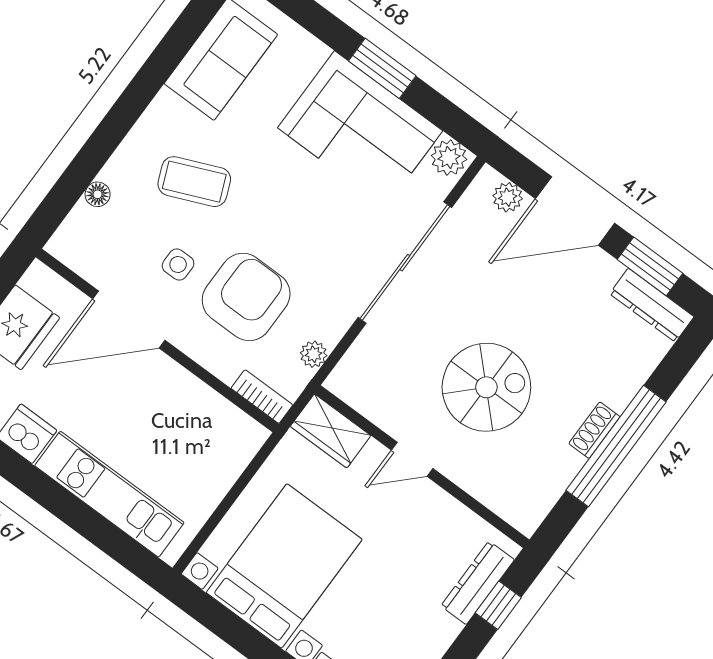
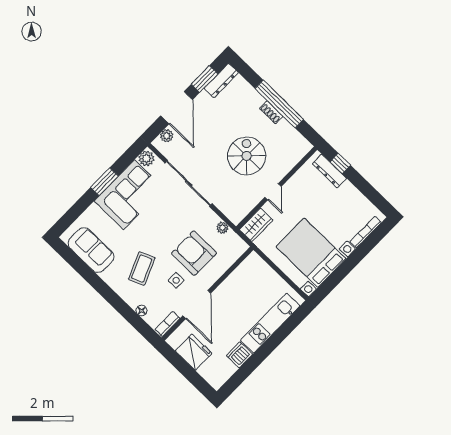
bookcase: (262, 397) -> (167, 324), moved

